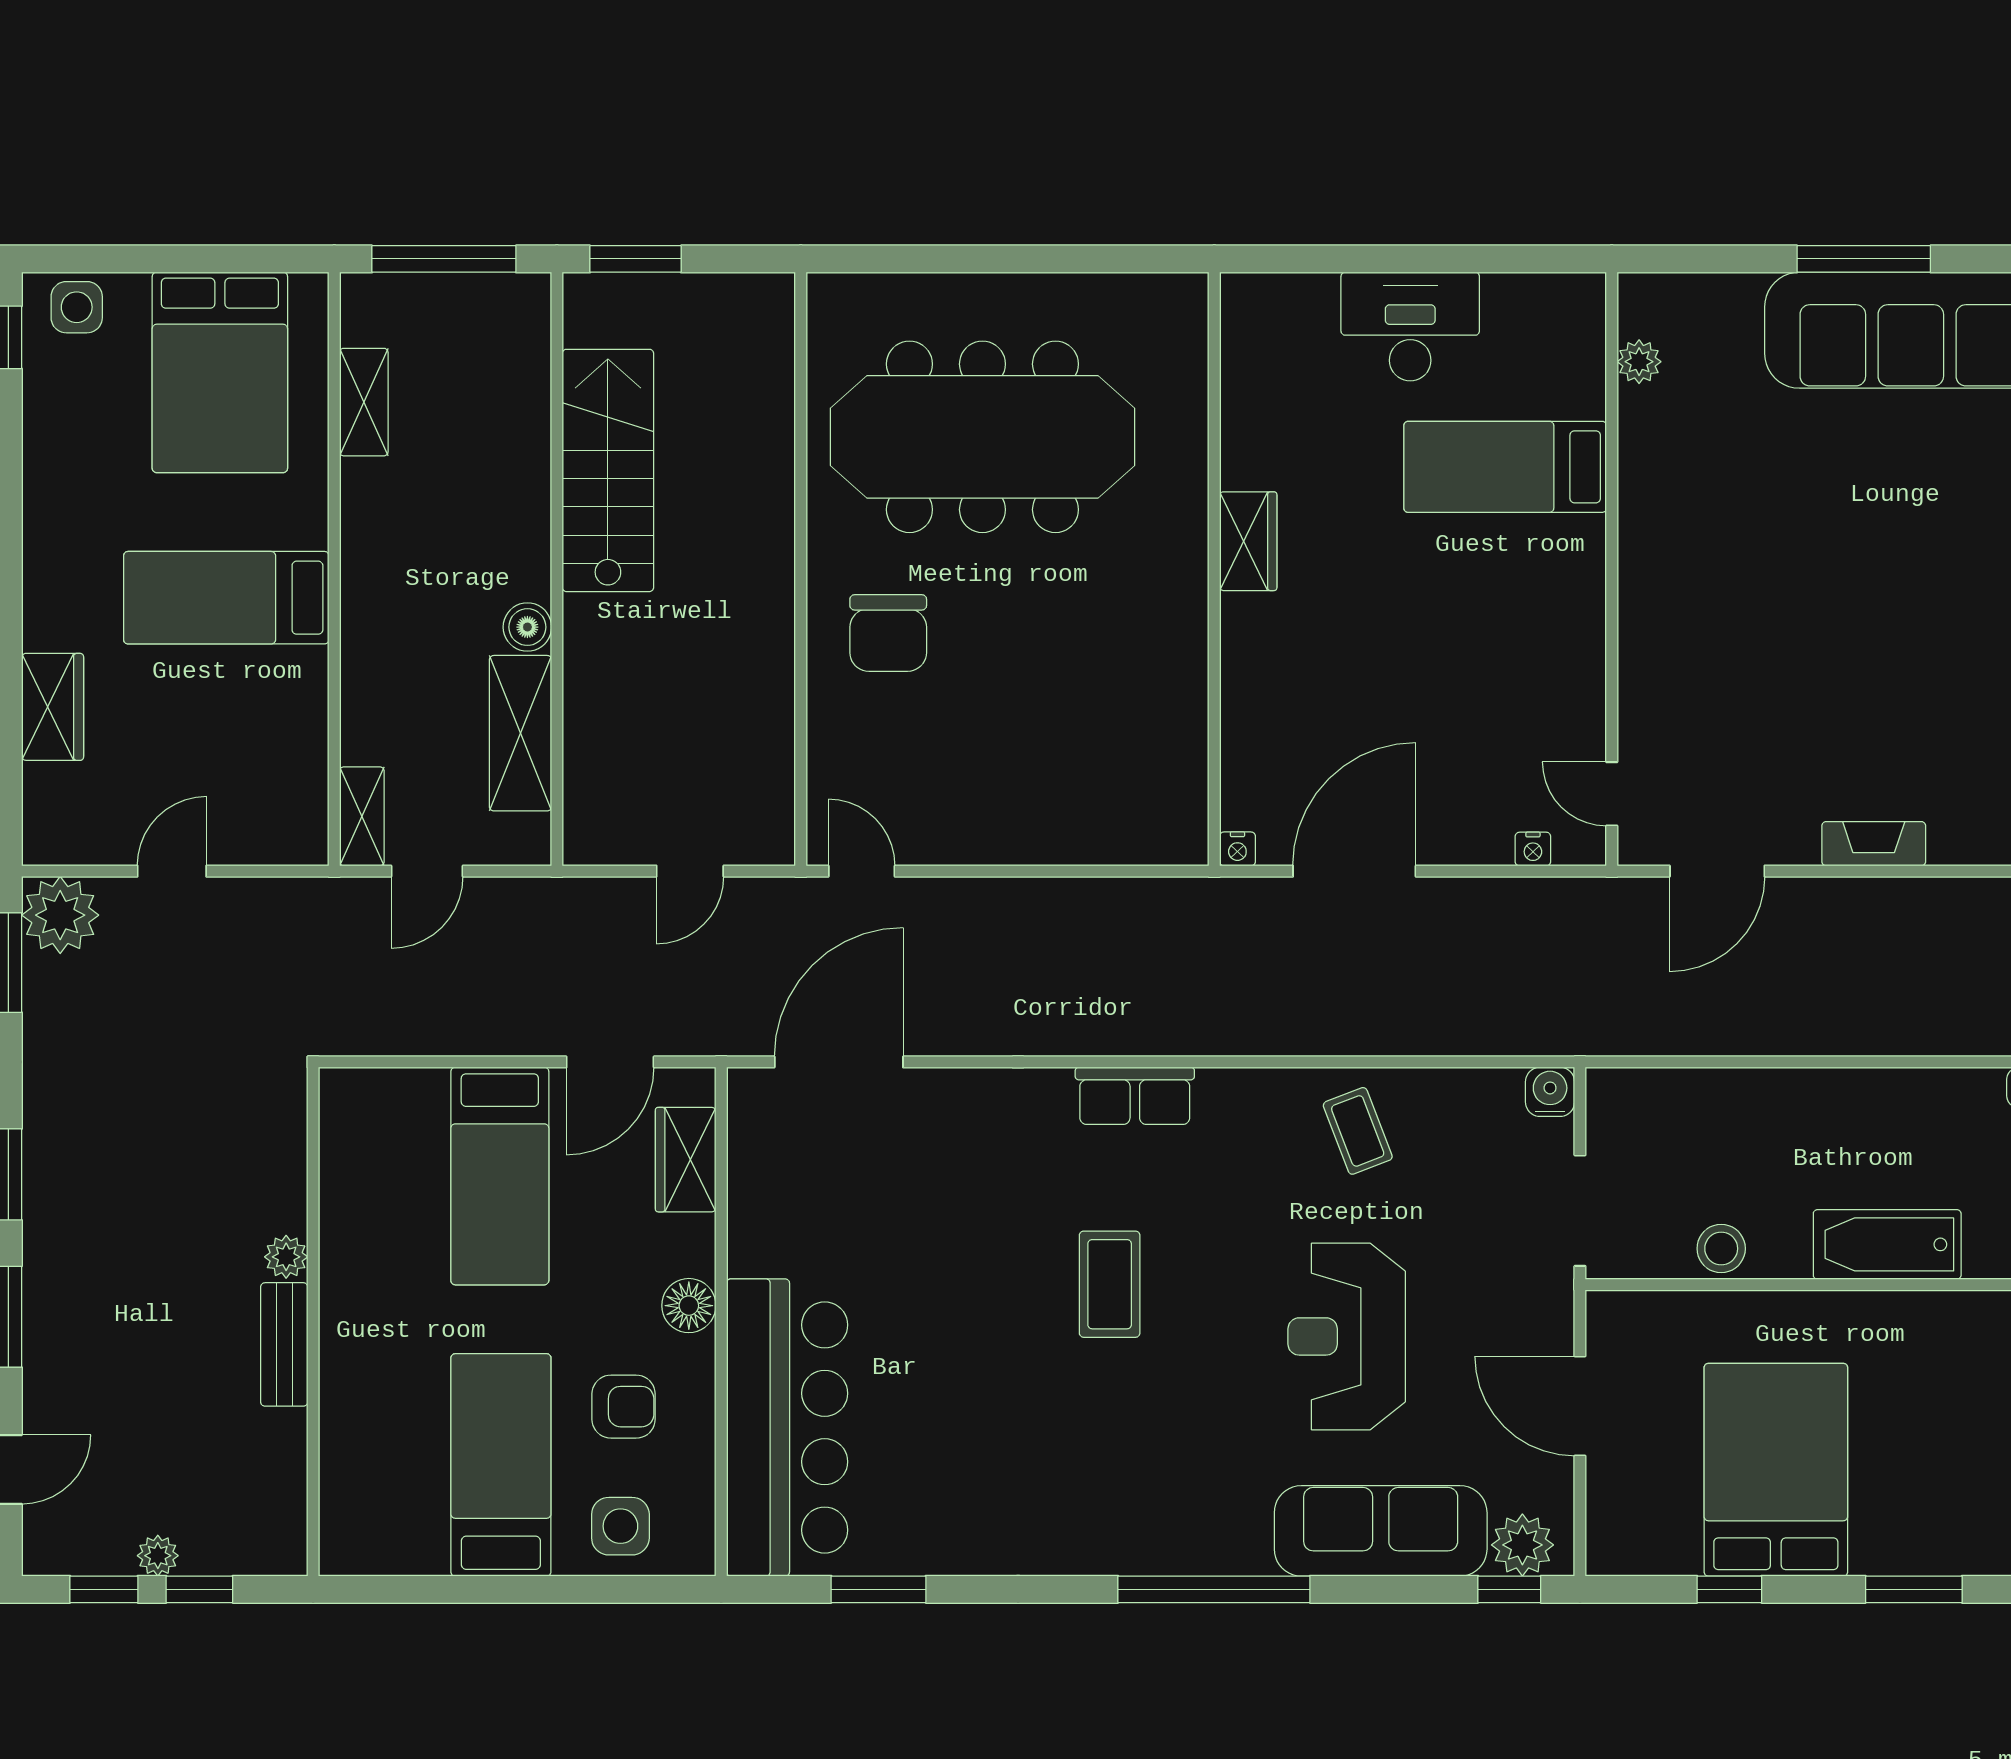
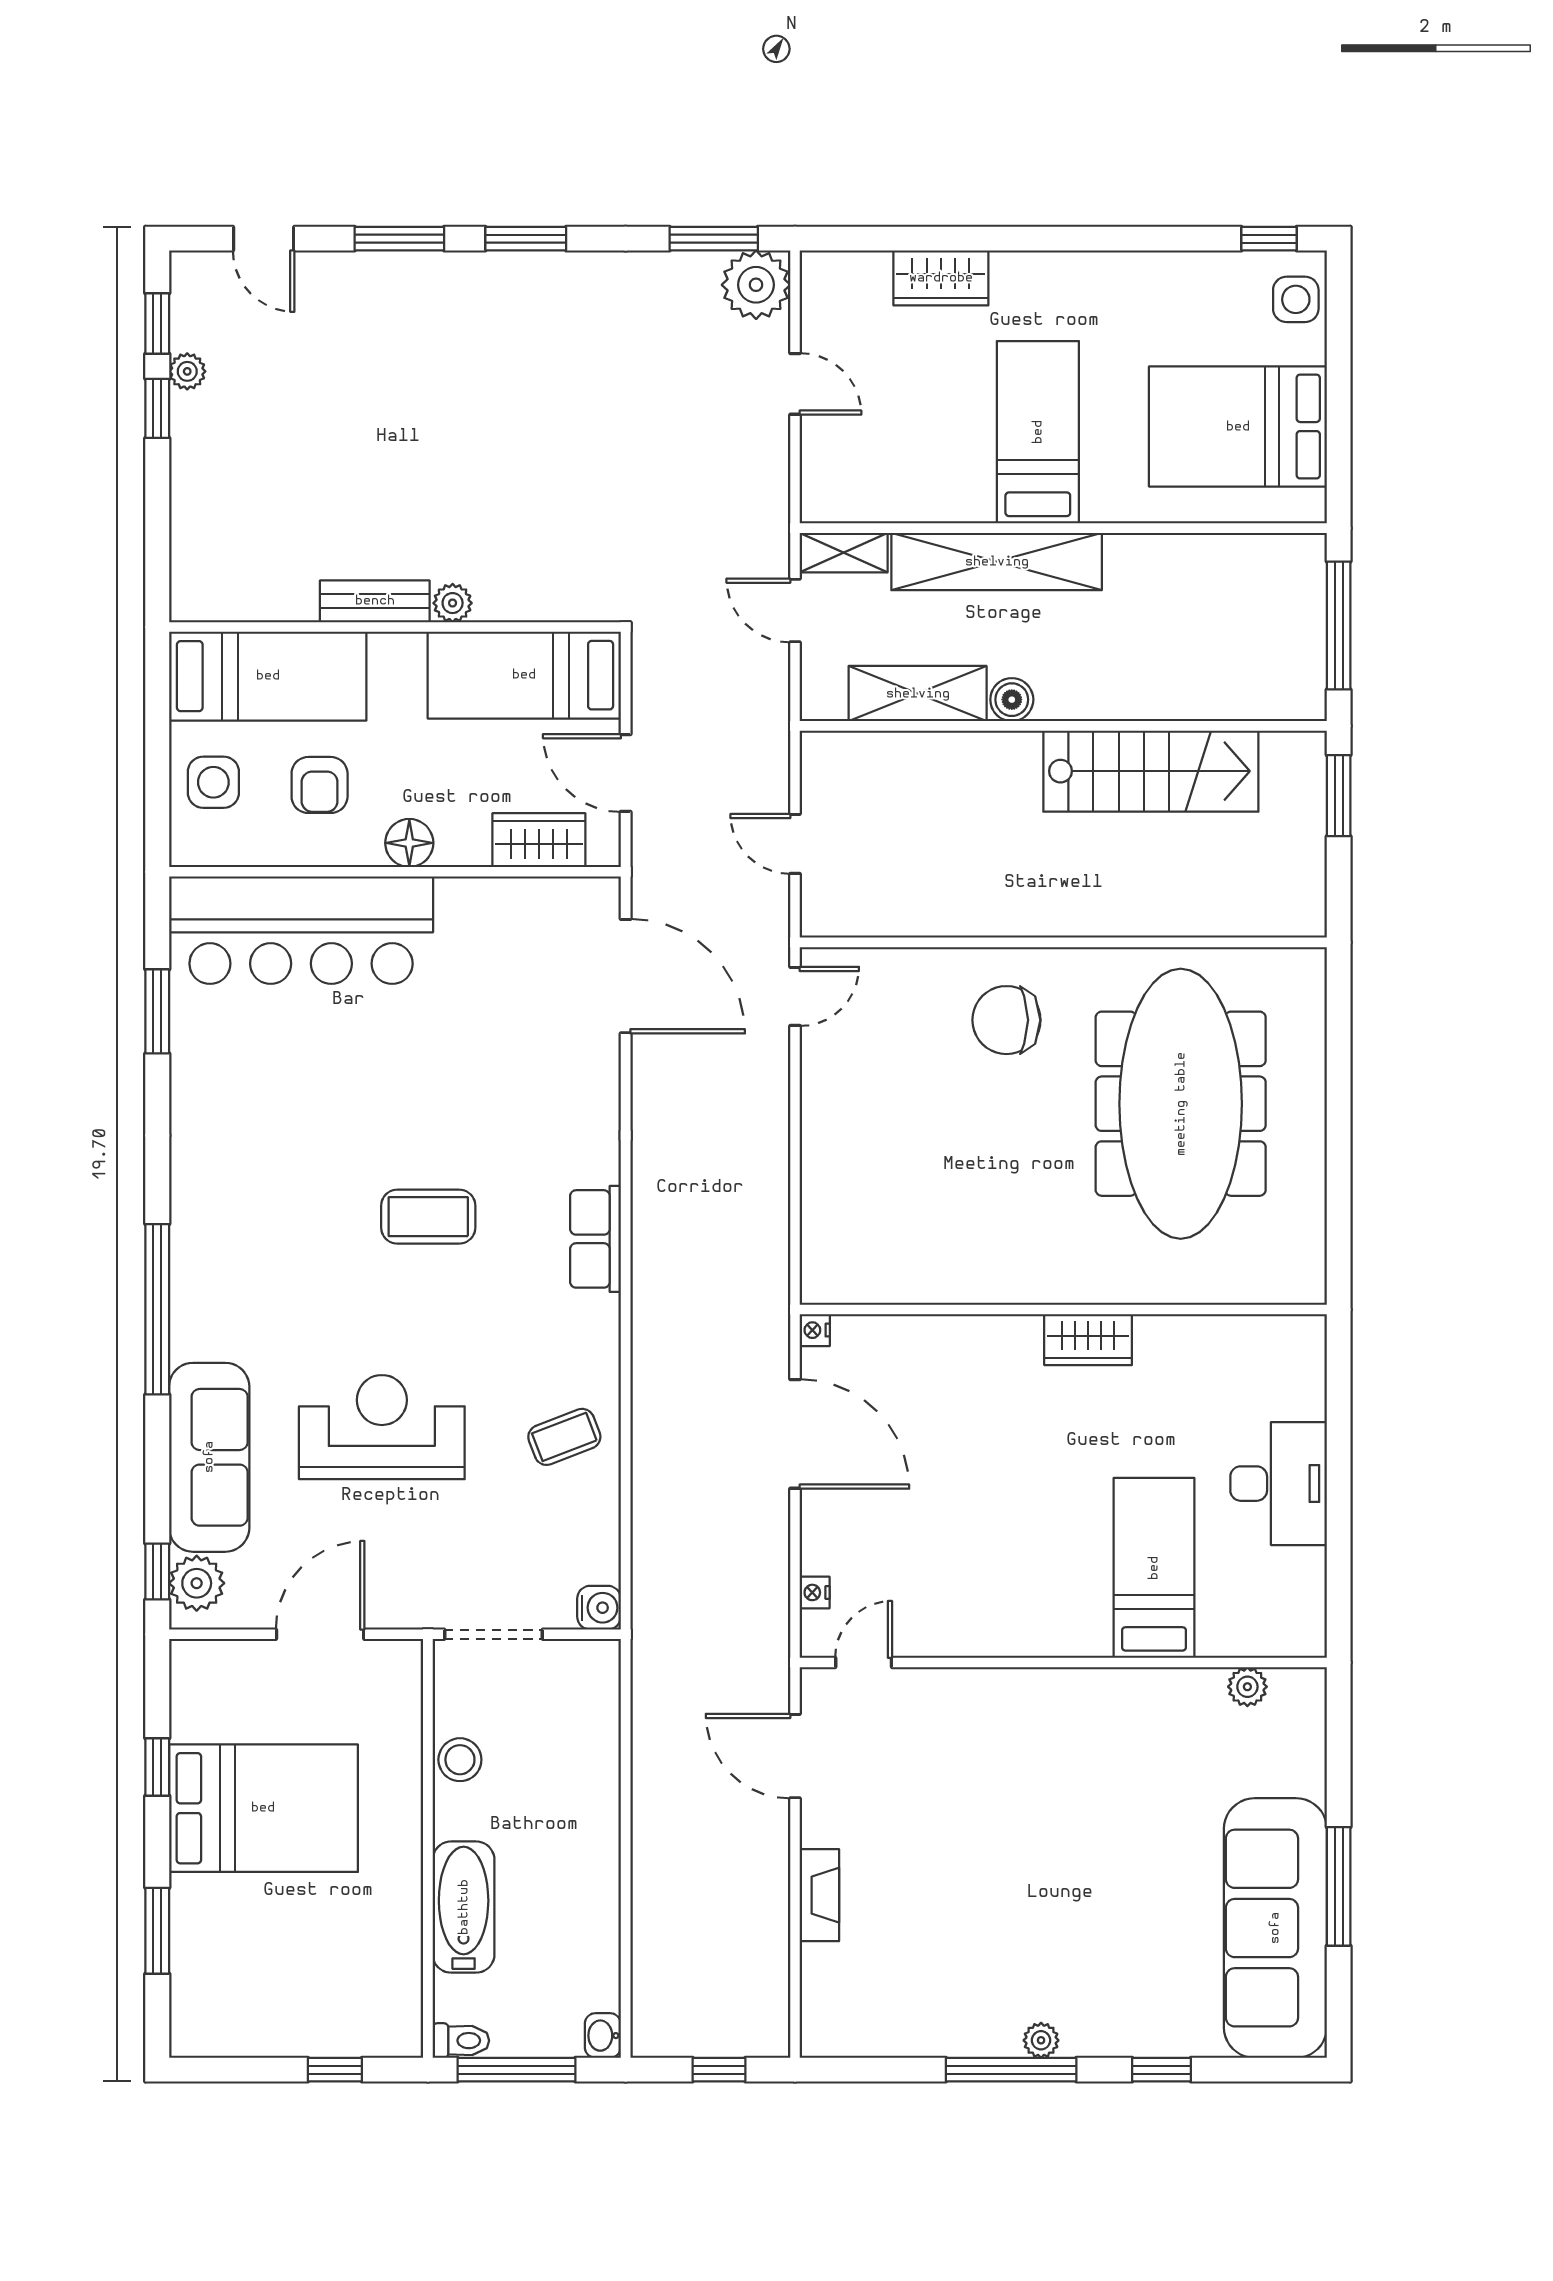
shelving: (364, 402) -> (997, 562), moved, width x2.20, depth x1.33
plant: (286, 1257) -> (453, 603), moved
wall: (313, 1322) -> (395, 627), moved
bench: (284, 1344) -> (375, 601), moved

